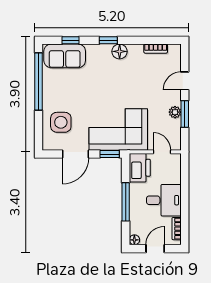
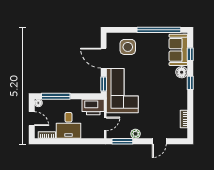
floor lamp: (120, 51) -> (182, 72), moved
door: (185, 81) -> (159, 141), swing flipped
window: (185, 114) -> (122, 141), moved
window: (126, 202) -> (56, 96), moved

